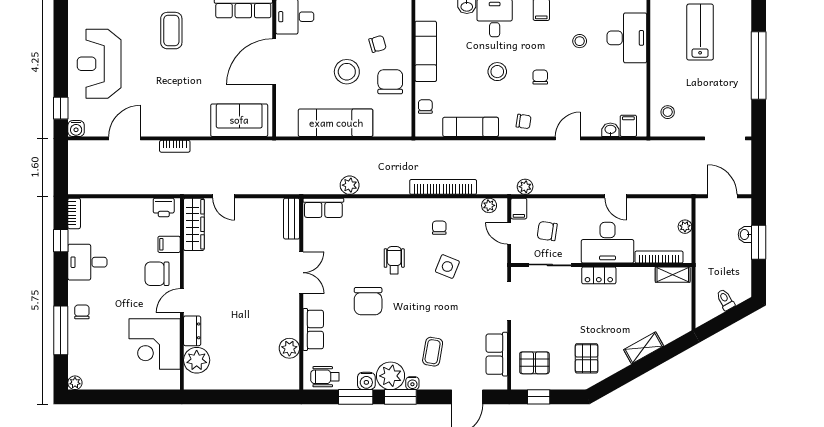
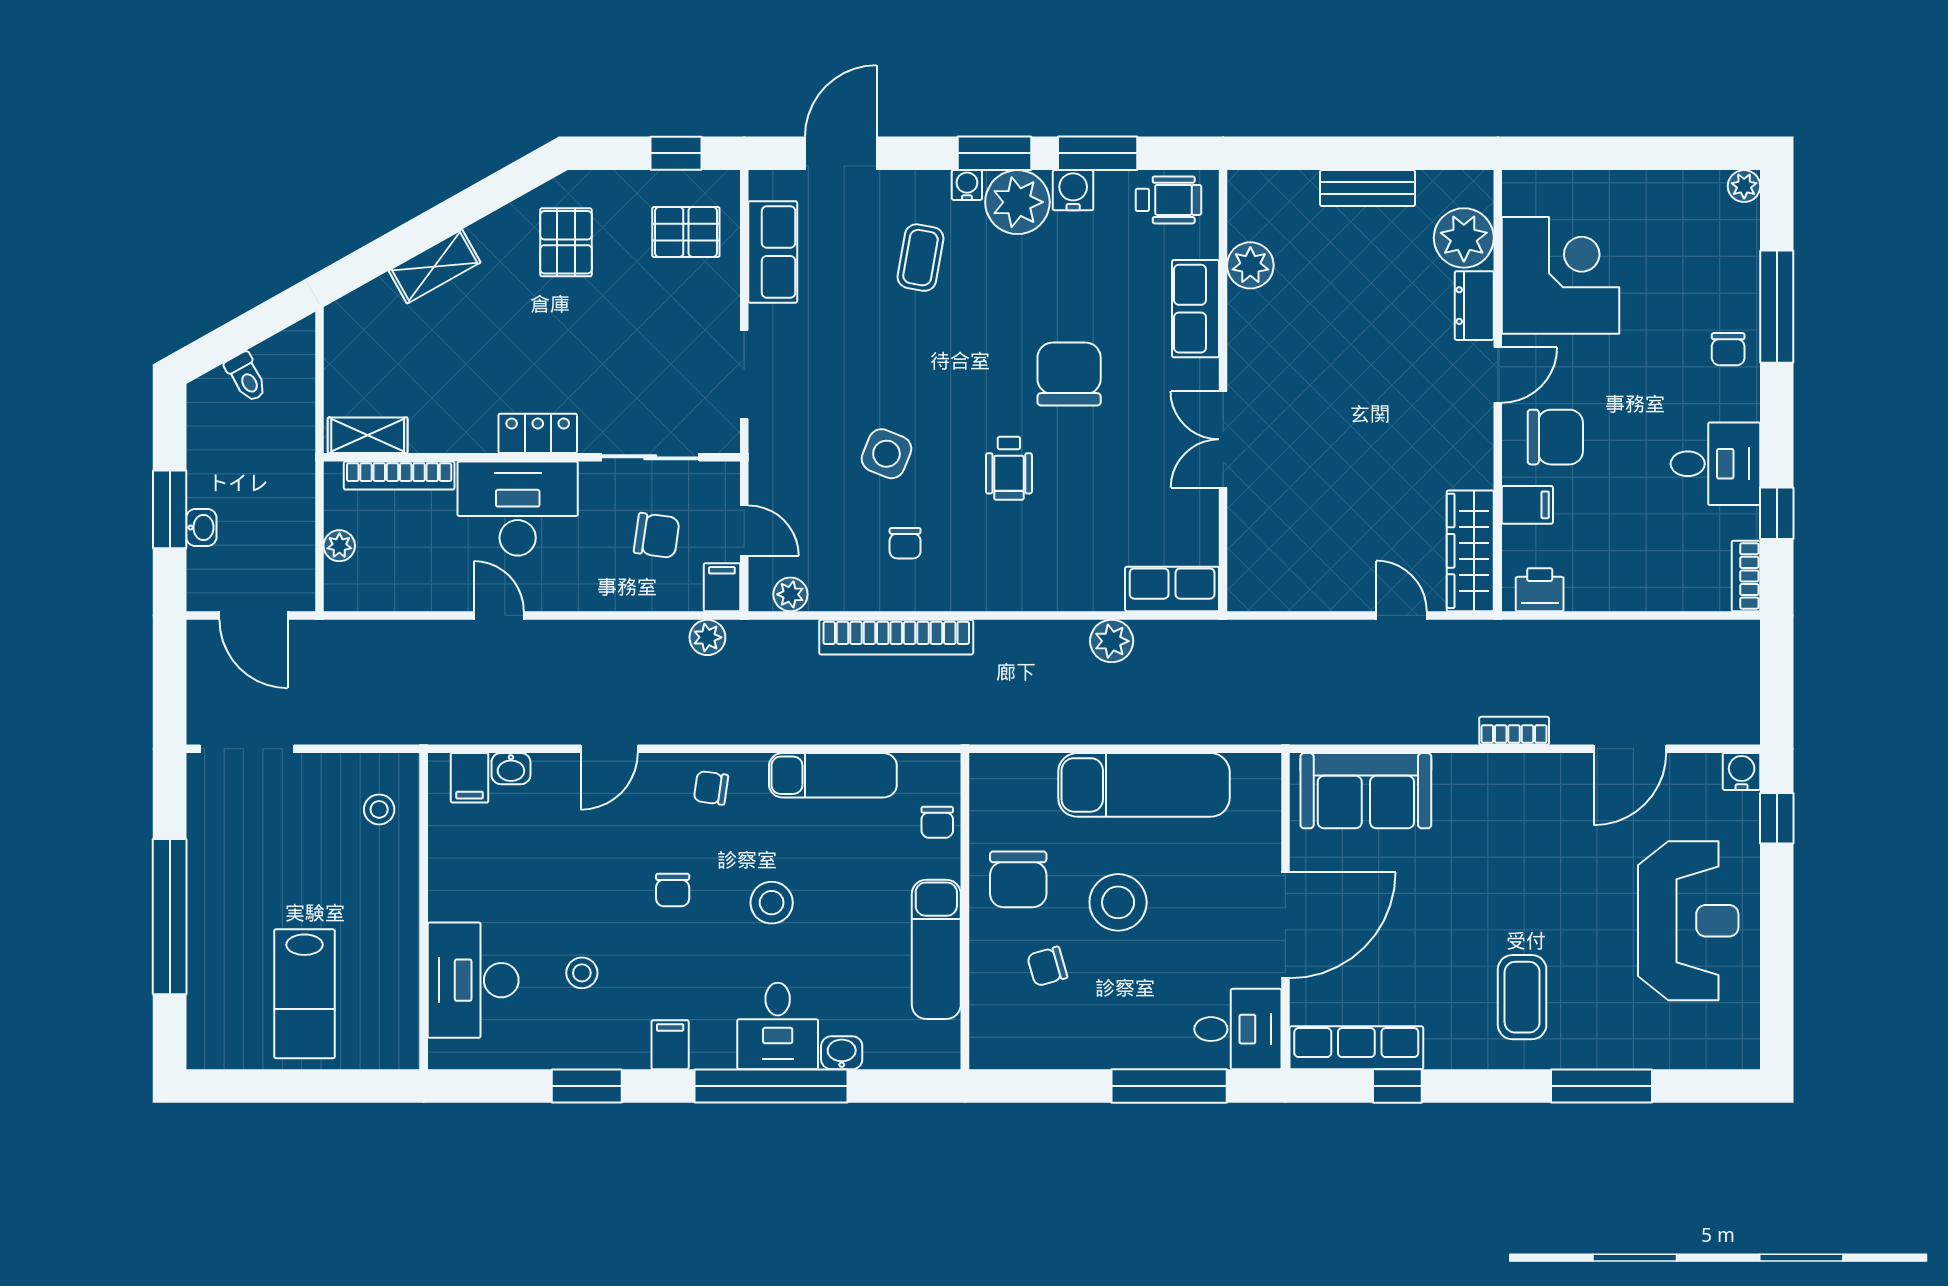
bench: (292, 219) -> (1368, 188), moved, turned 90

